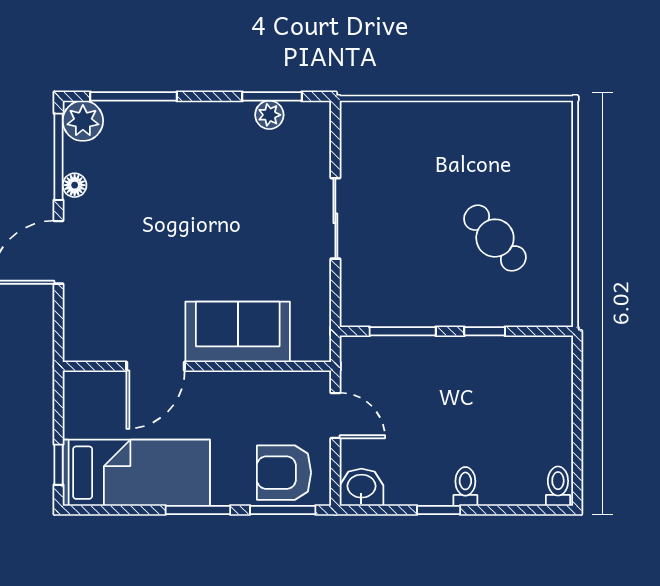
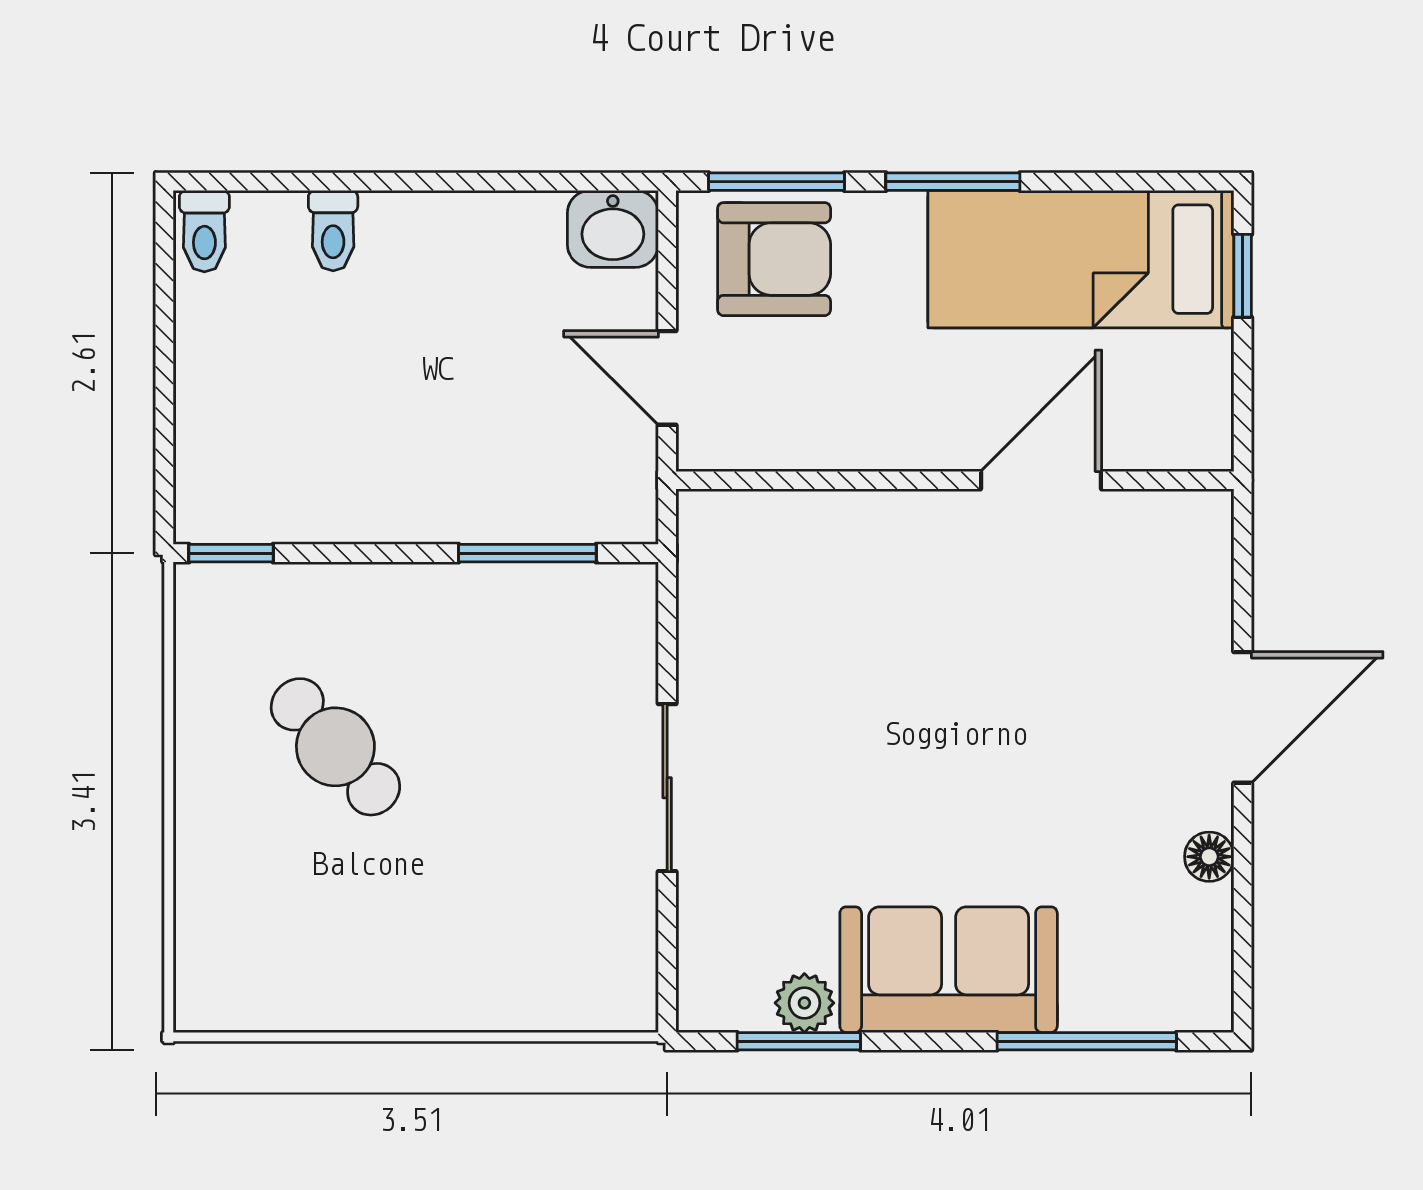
plant: (83, 121) -> (1192, 991), removed
window: (59, 157) -> (1243, 916), removed
window: (485, 331) -> (231, 553), moved
sofa: (238, 332) -> (949, 970), moved, turned 180
toilet: (465, 486) -> (333, 231), moved
window: (439, 510) -> (453, 182), removed

